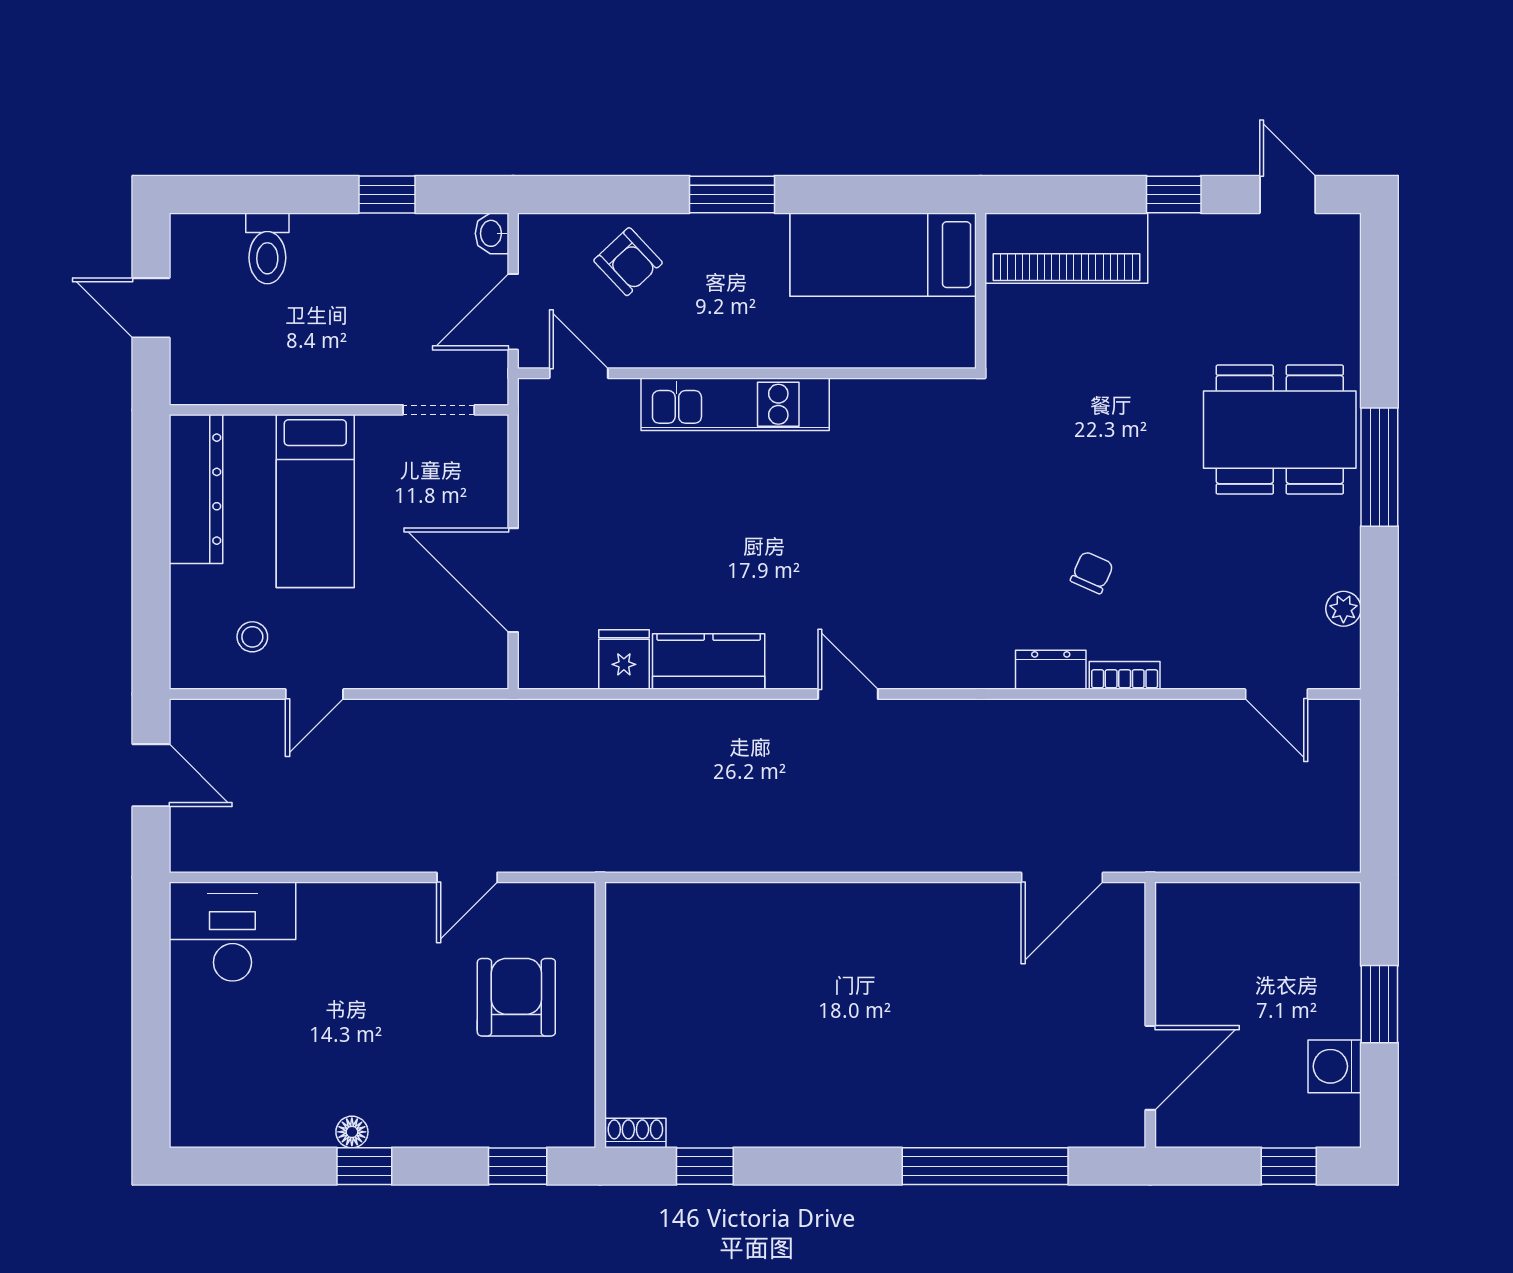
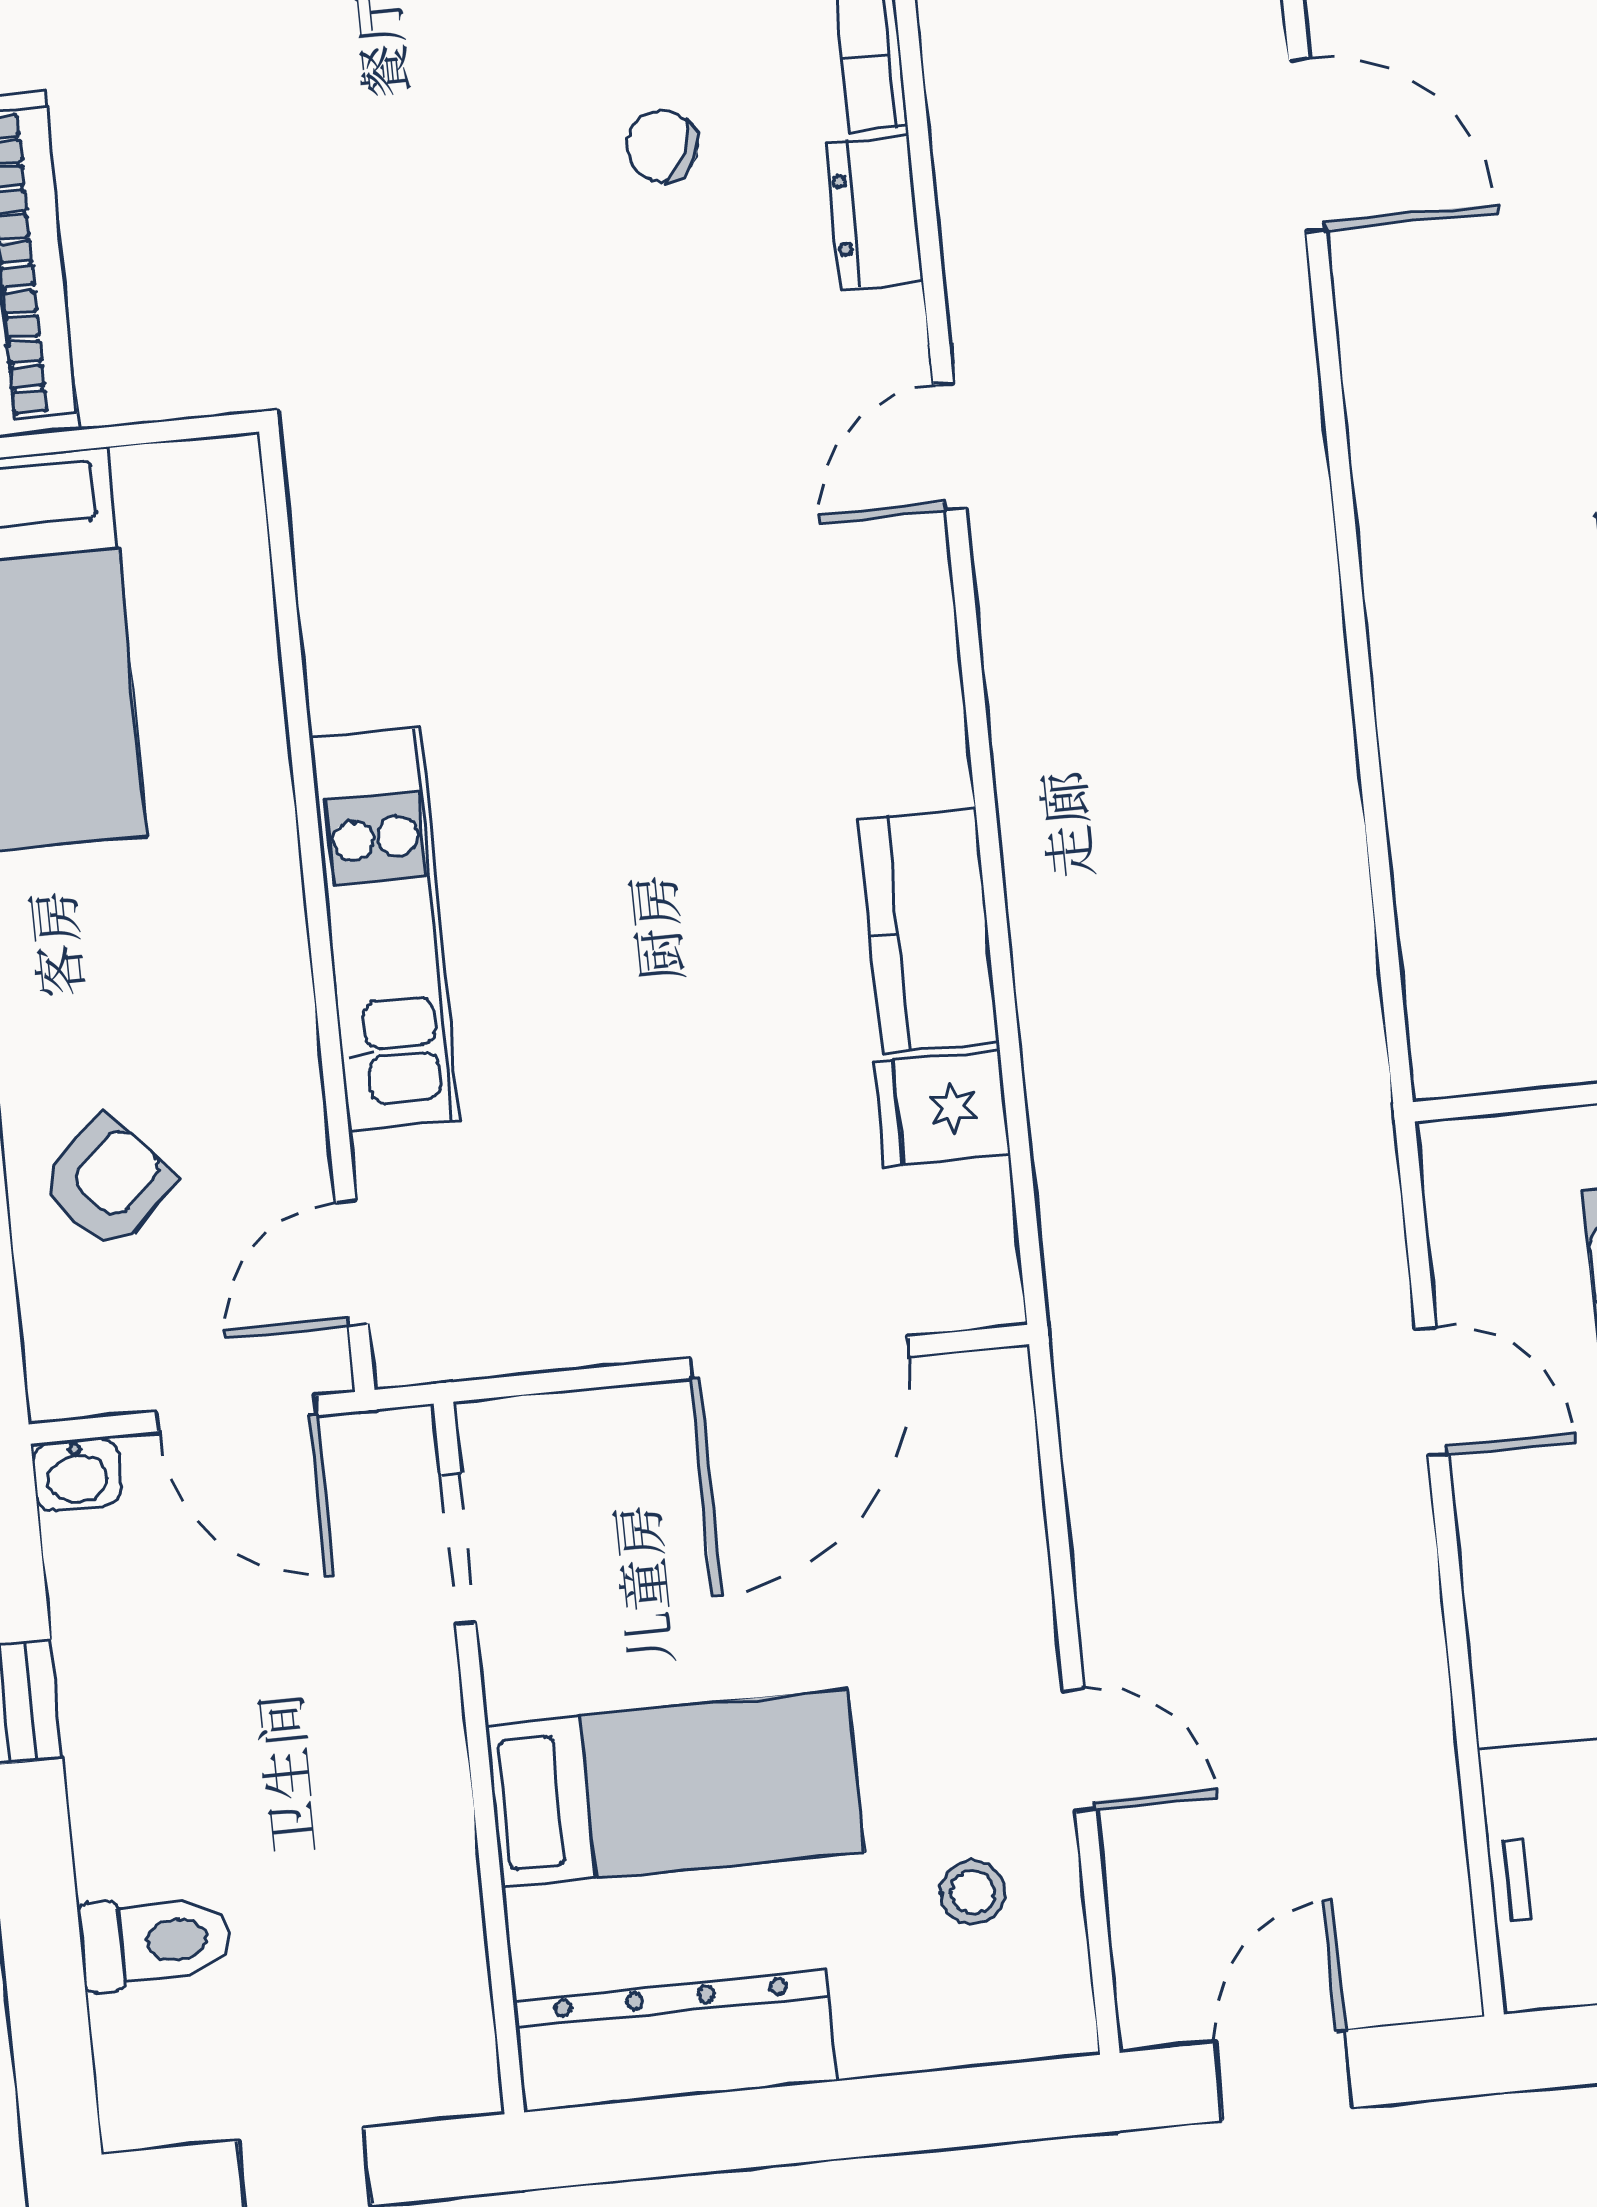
door: (848, 694) -> (950, 447), moved

